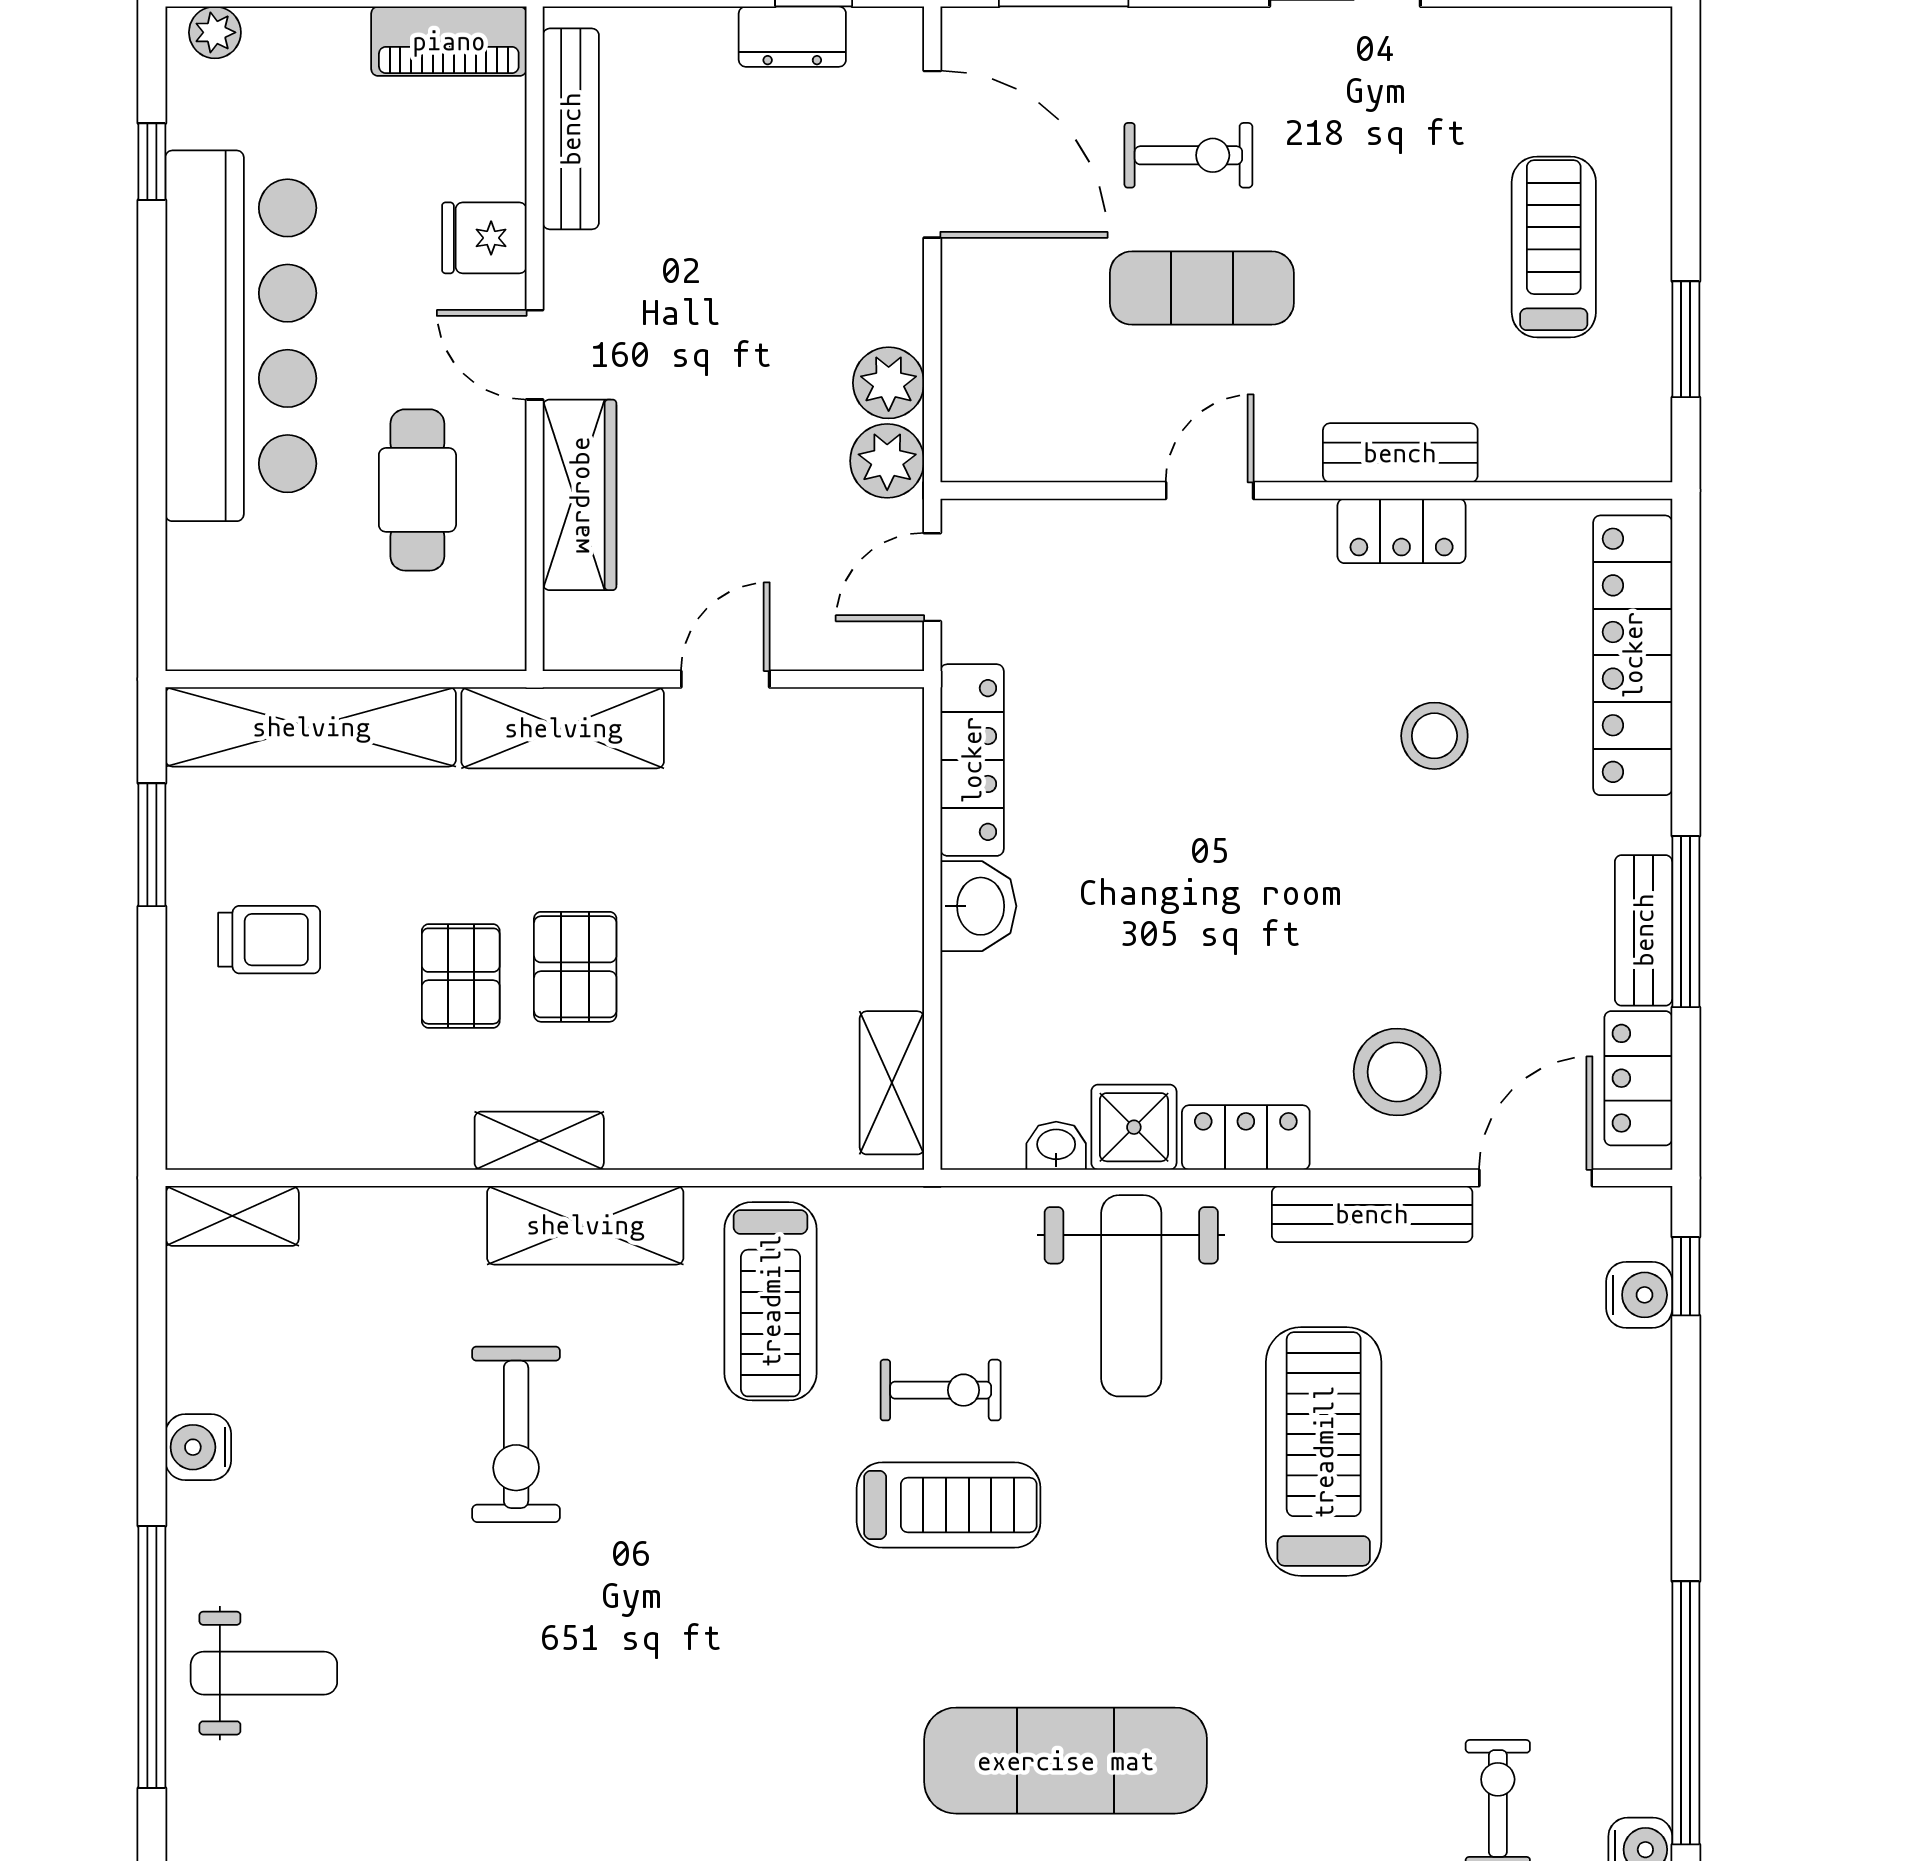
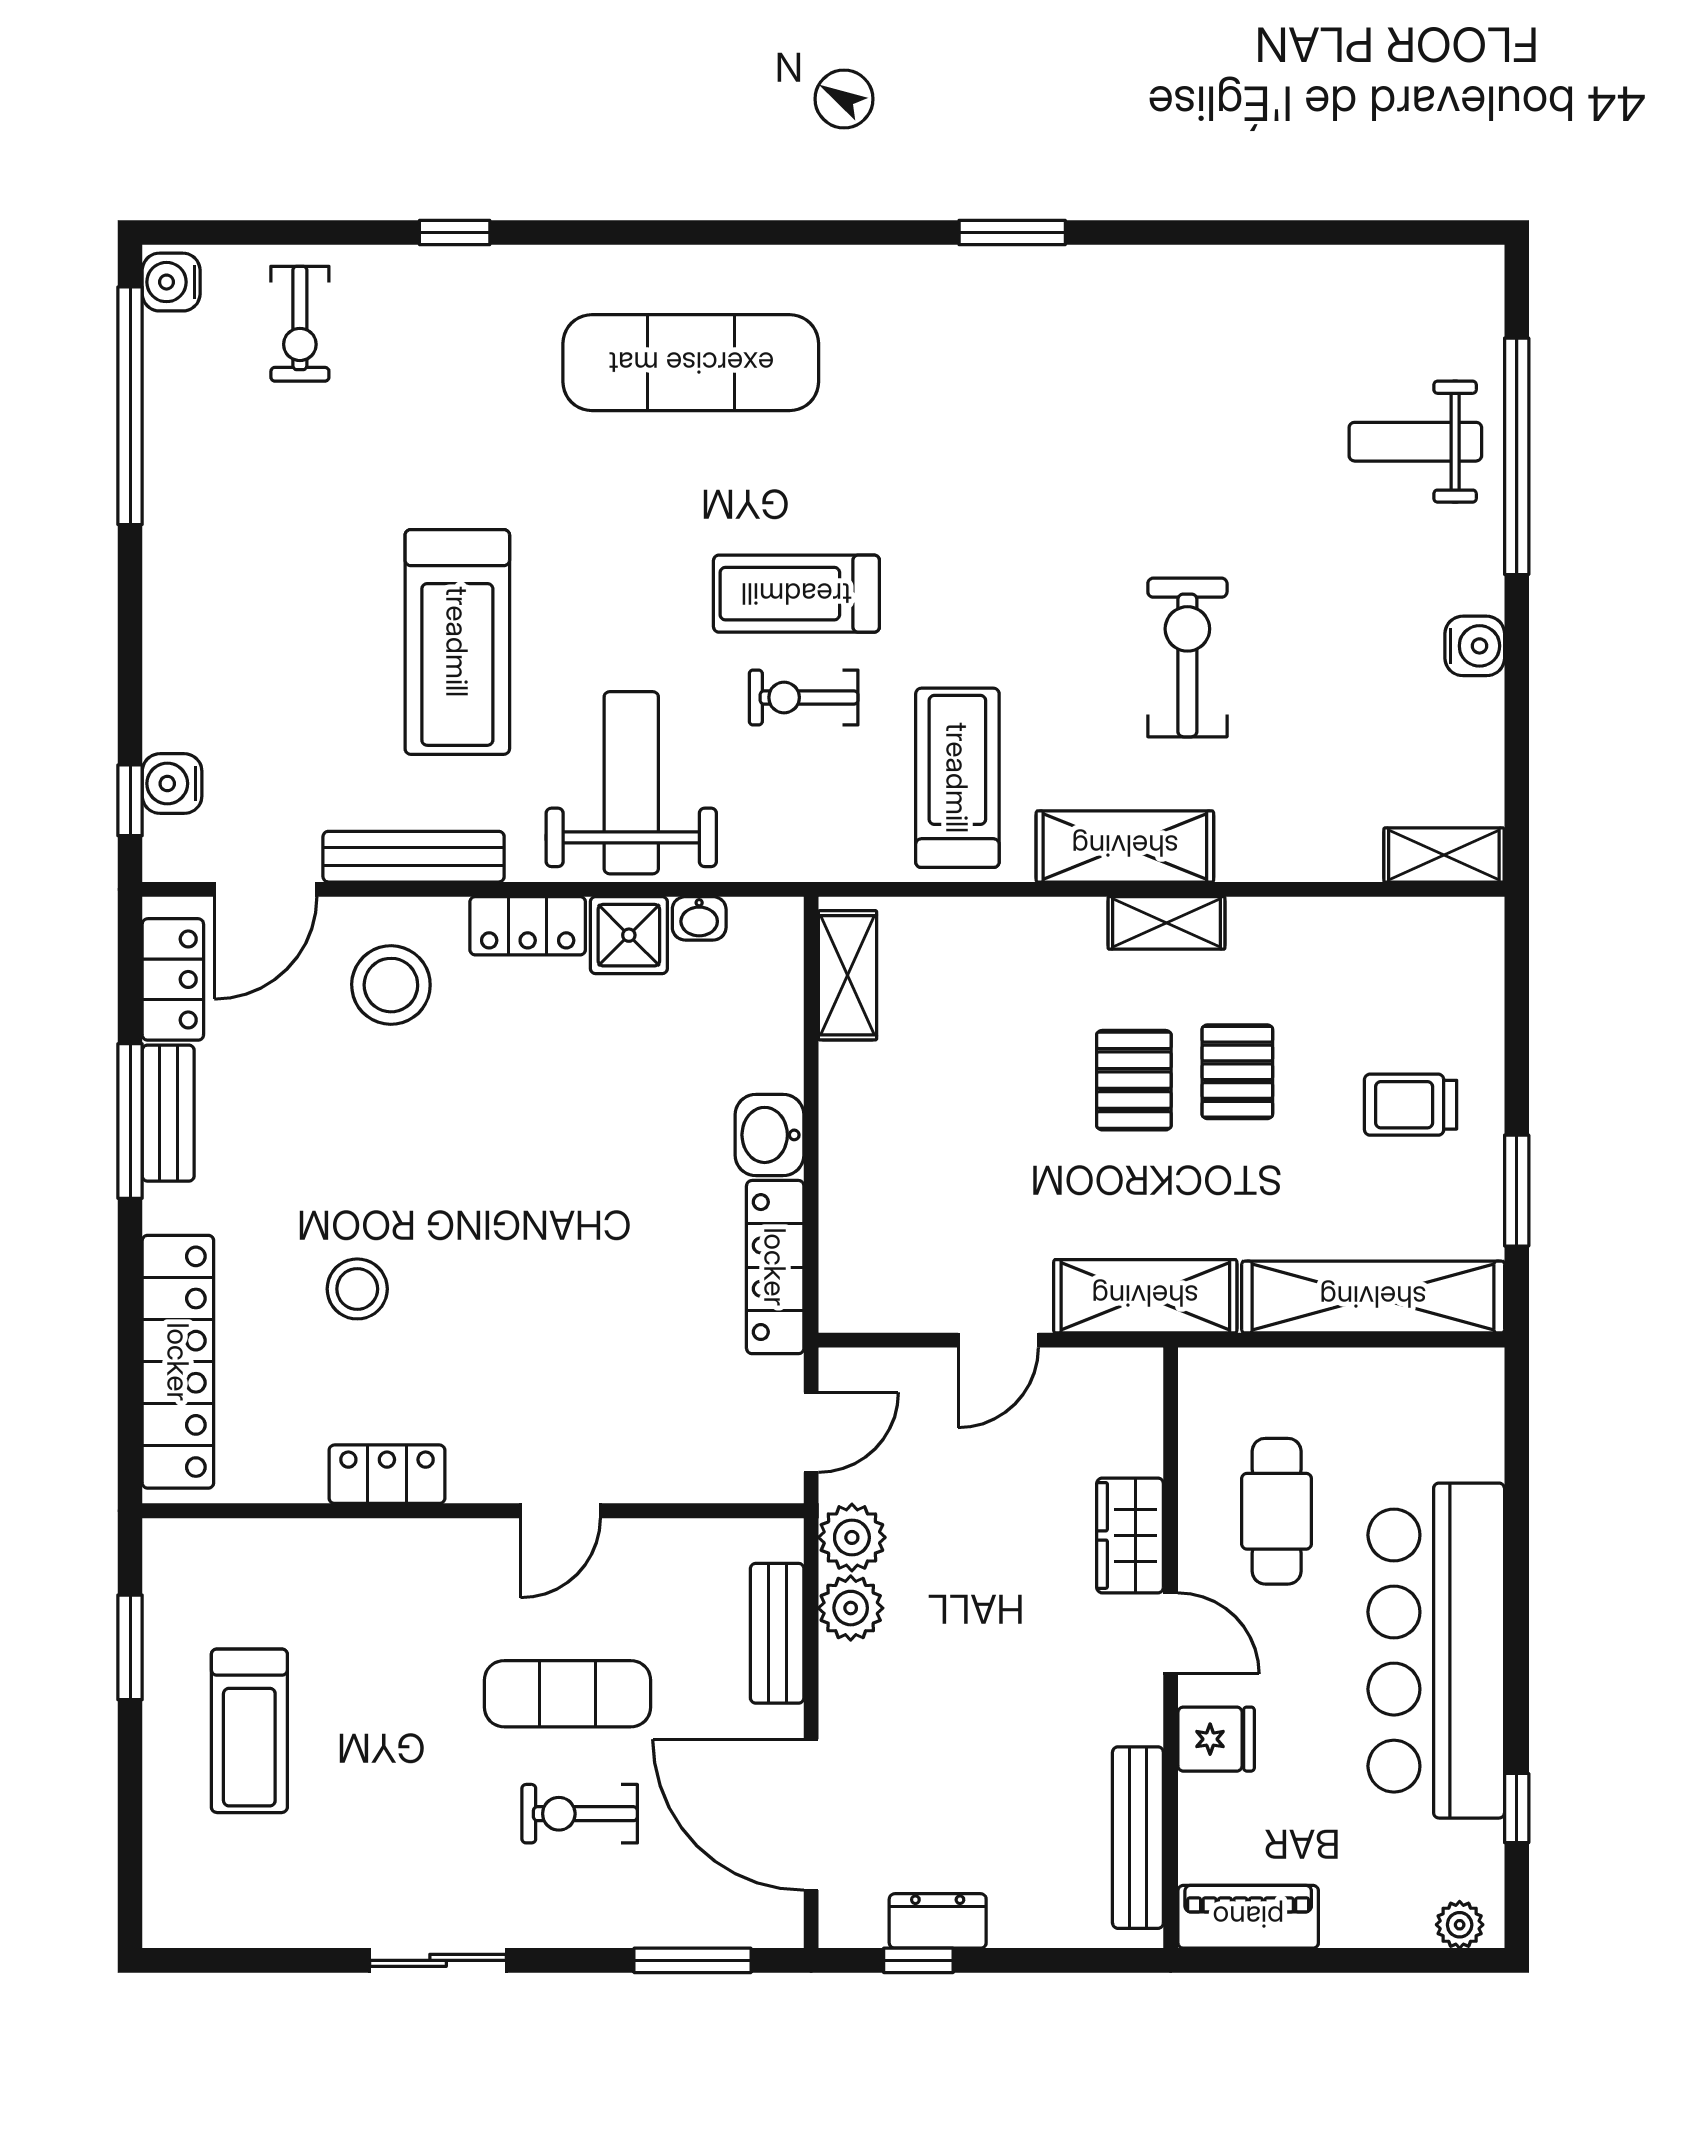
bench: (1400, 453) -> (777, 1633), moved, turned 90
wardrobe: (580, 495) -> (1130, 1535), width x0.67

